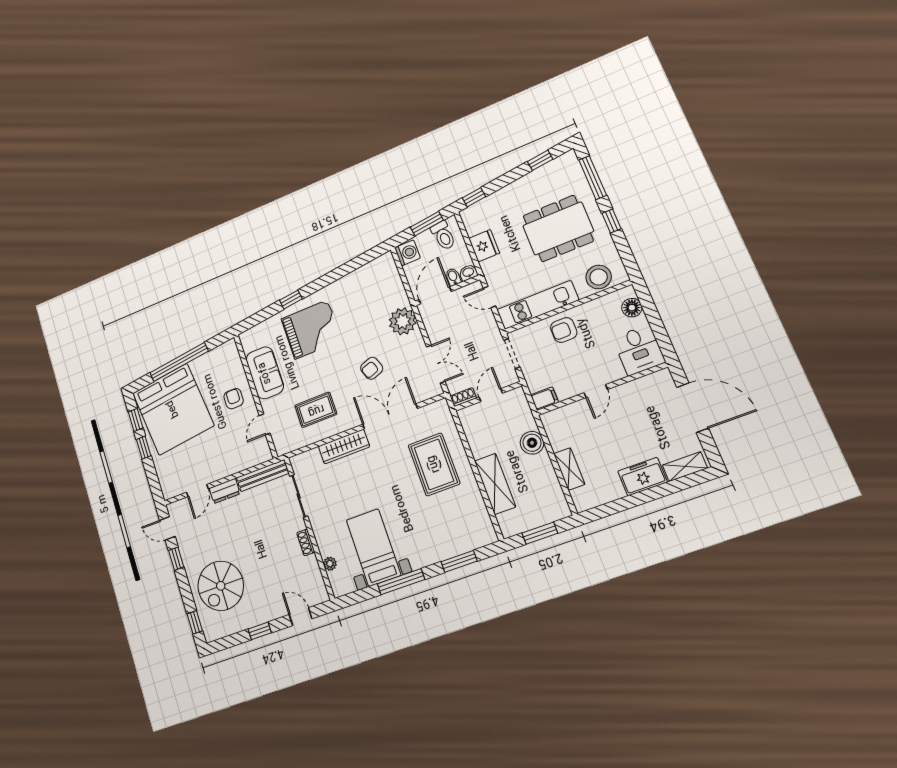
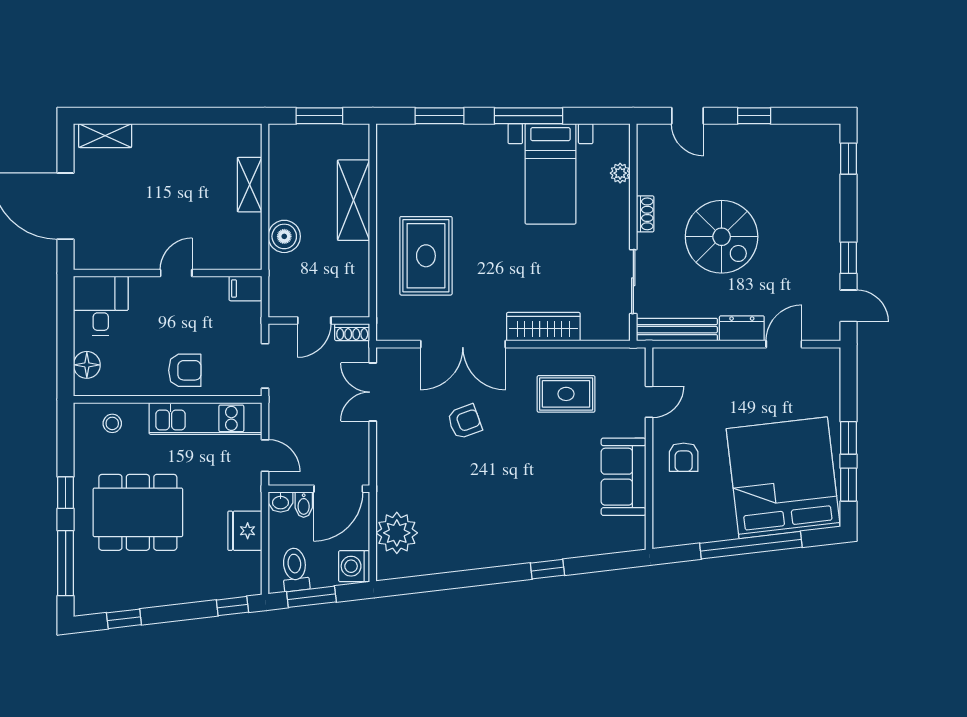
stool: (599, 277) -> (112, 423), width x0.53, depth x0.53
plant: (403, 321) -> (397, 533), moved
grand piano: (311, 330) -> (532, 512), removed
freezer: (642, 477) -> (162, 142), removed
spiral stairs: (221, 586) -> (722, 237), moved, turned 90

